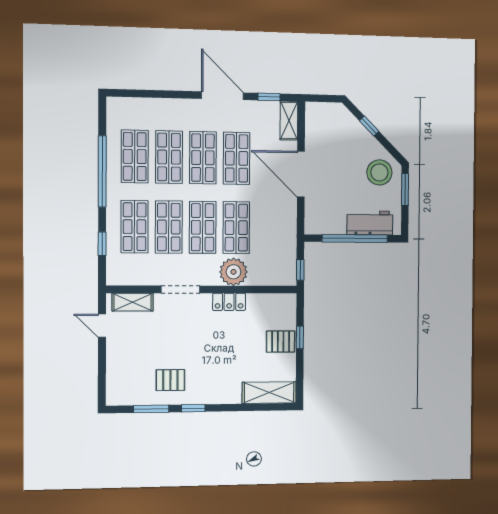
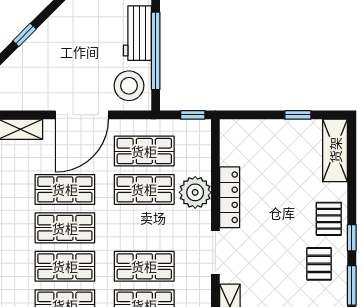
stool: (379, 172) -> (129, 86), moved
shop shelf: (203, 227) -> (144, 151), moved
locker: (229, 302) -> (230, 197), width x1.53
window: (300, 337) -> (298, 115), moved
pallet: (281, 342) -> (329, 219), moved

